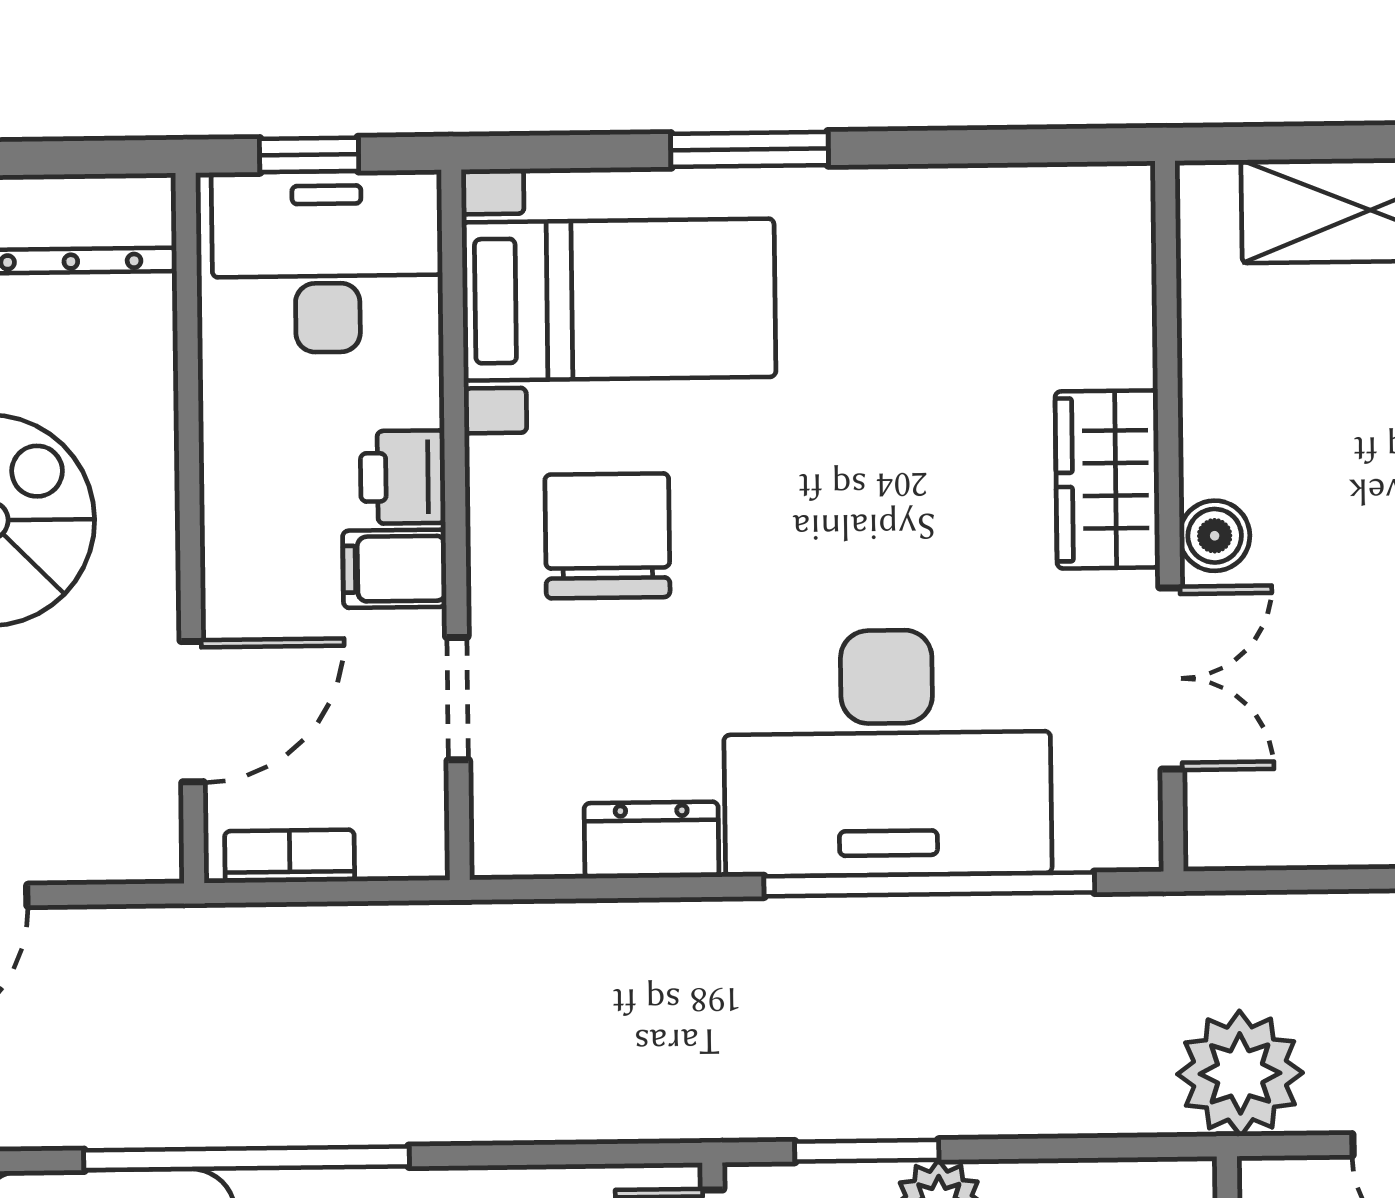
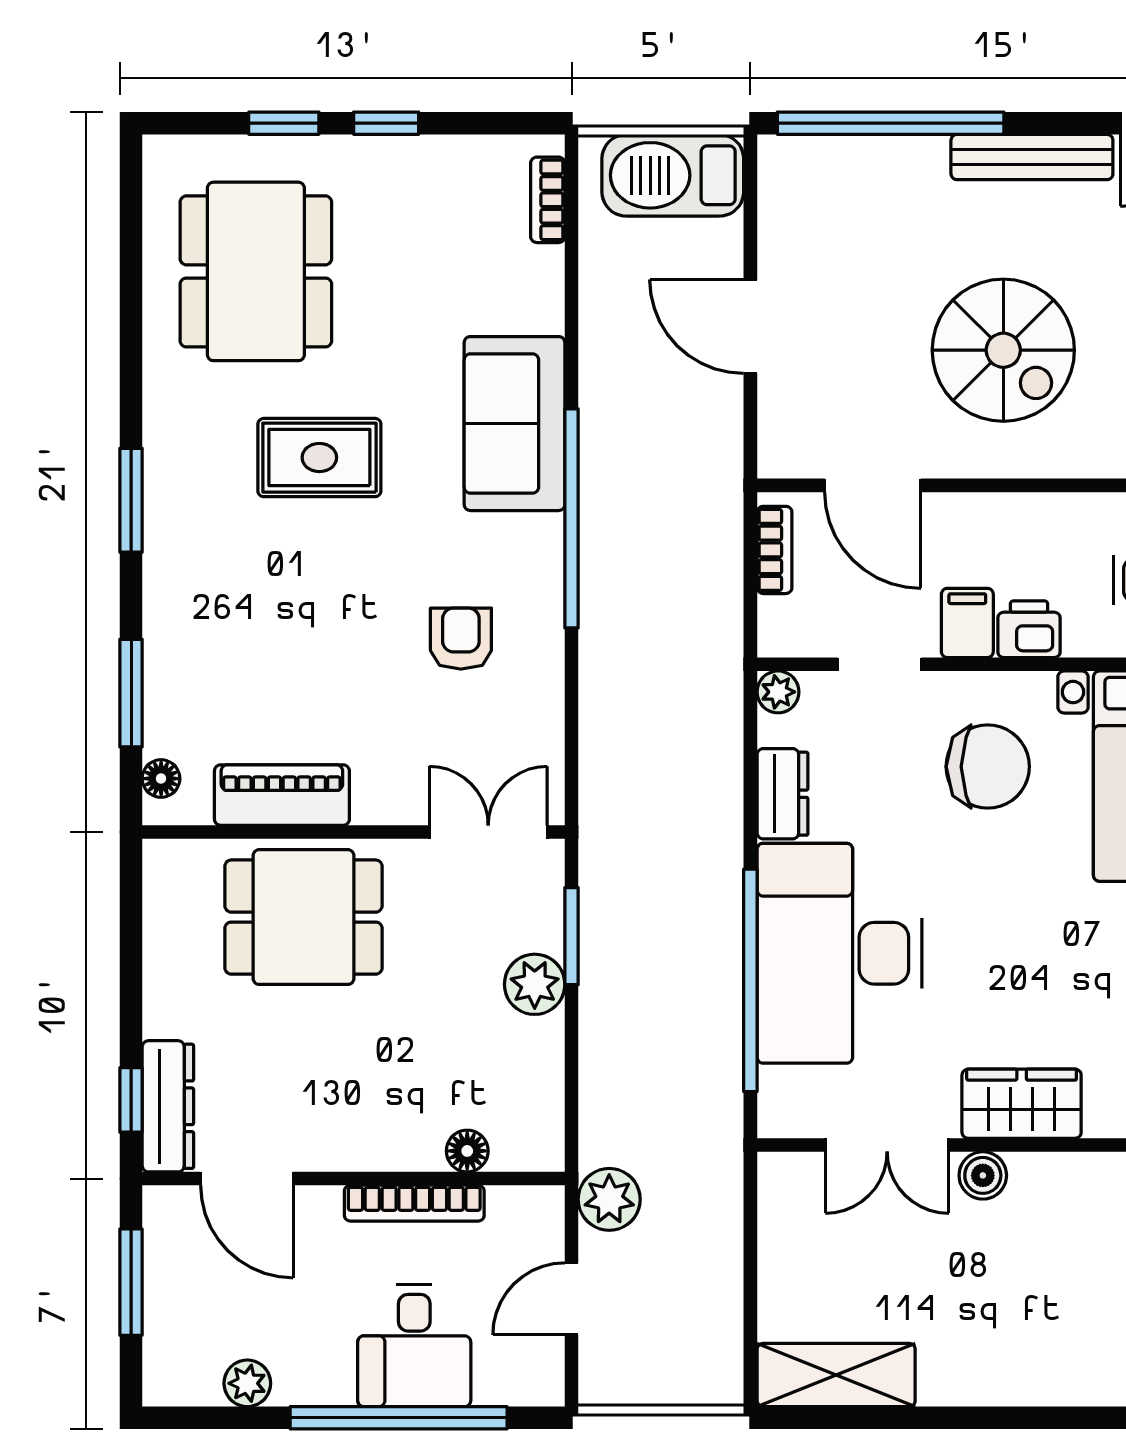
plant: (500, 849) -> (778, 692), added
plant: (1240, 1073) -> (609, 1199), width x0.73, depth x0.73

